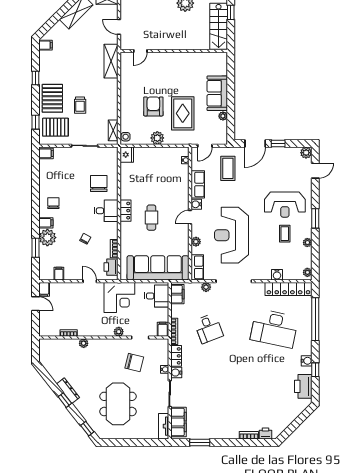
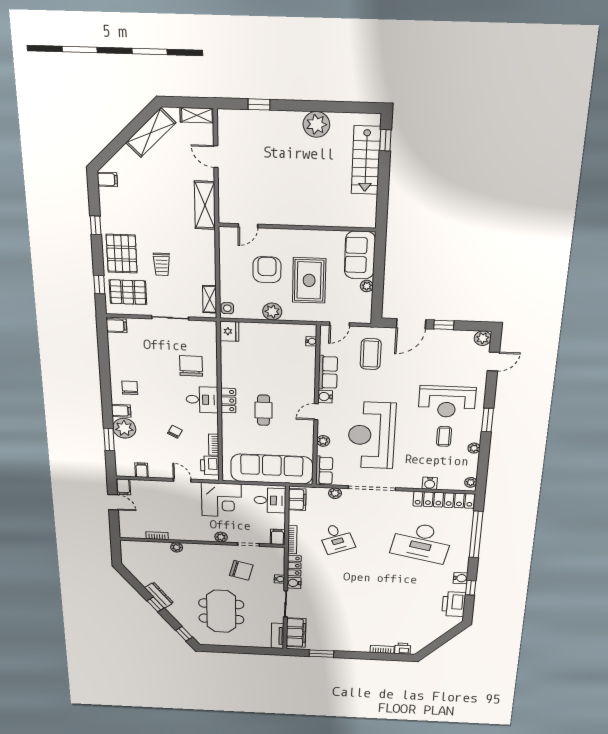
door: (140, 51) -> (248, 226), moved
wall: (174, 51) -> (297, 227), moved

